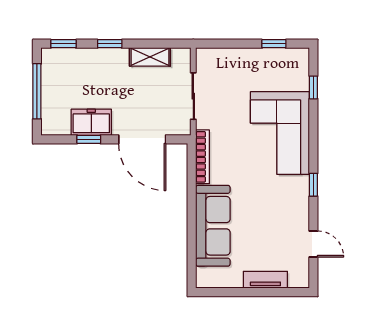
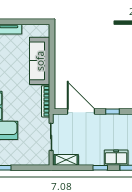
shelving: (150, 57) -> (66, 160), moved
freezer: (91, 122) -> (116, 158), moved, turned 180

